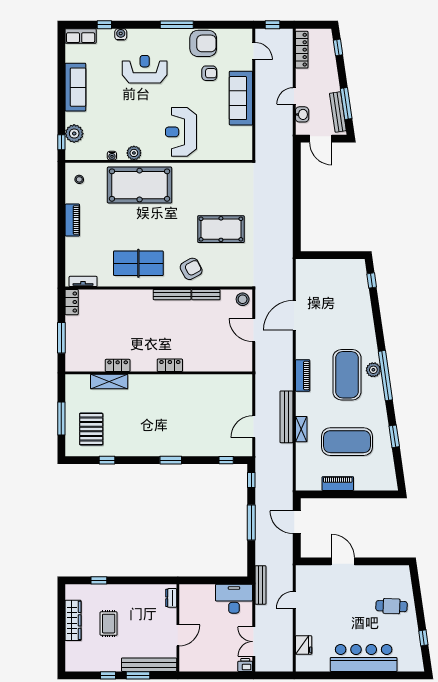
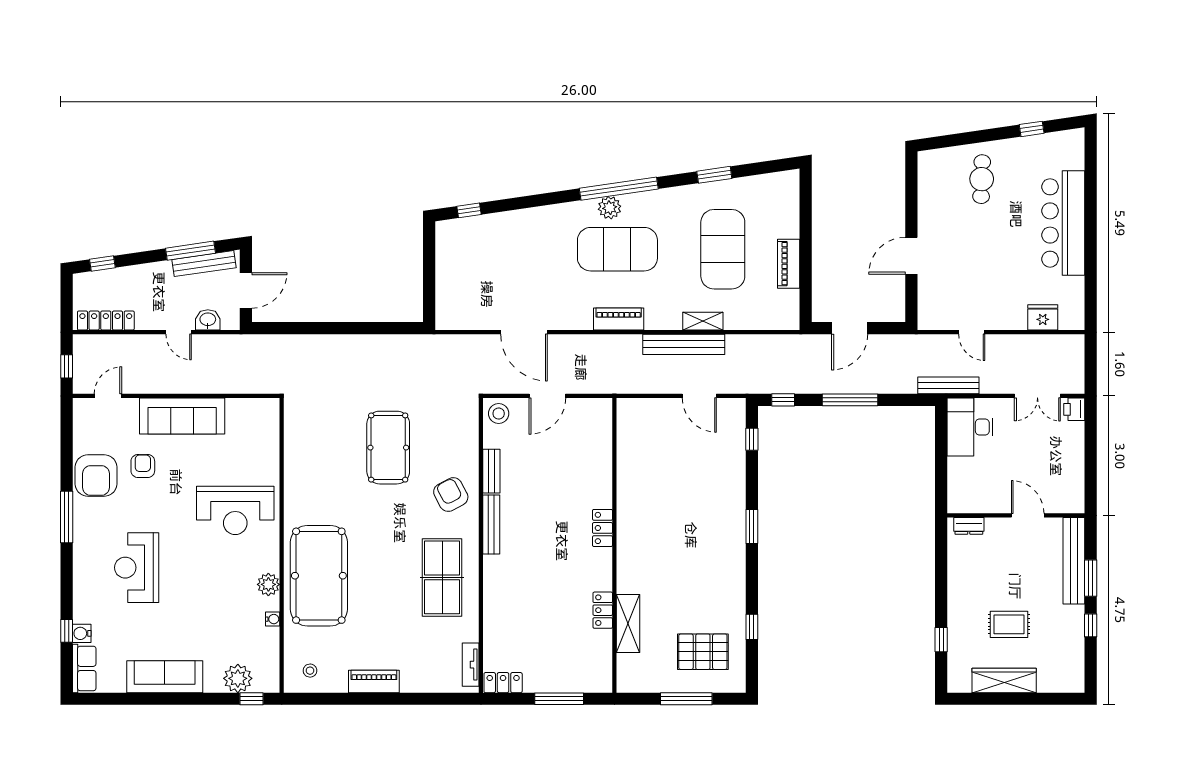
water cooler: (121, 34) -> (82, 633), moved
armchair: (203, 43) -> (96, 476), turned 180

